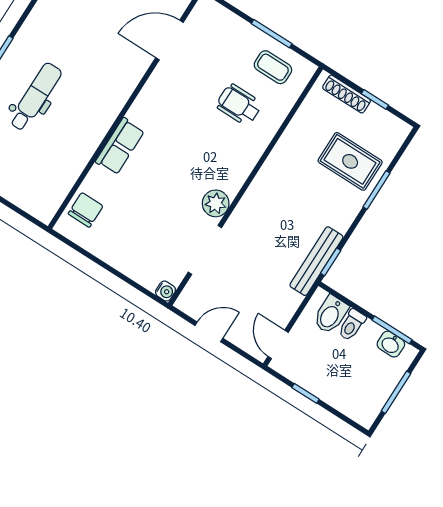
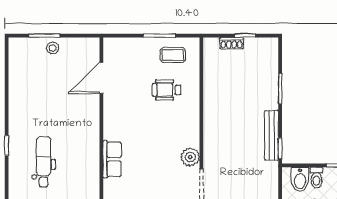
shoe rack: (347, 94) -> (231, 43), width x0.70
rug: (350, 161) -> (254, 82), removed
bench: (316, 261) -> (271, 135), moved

